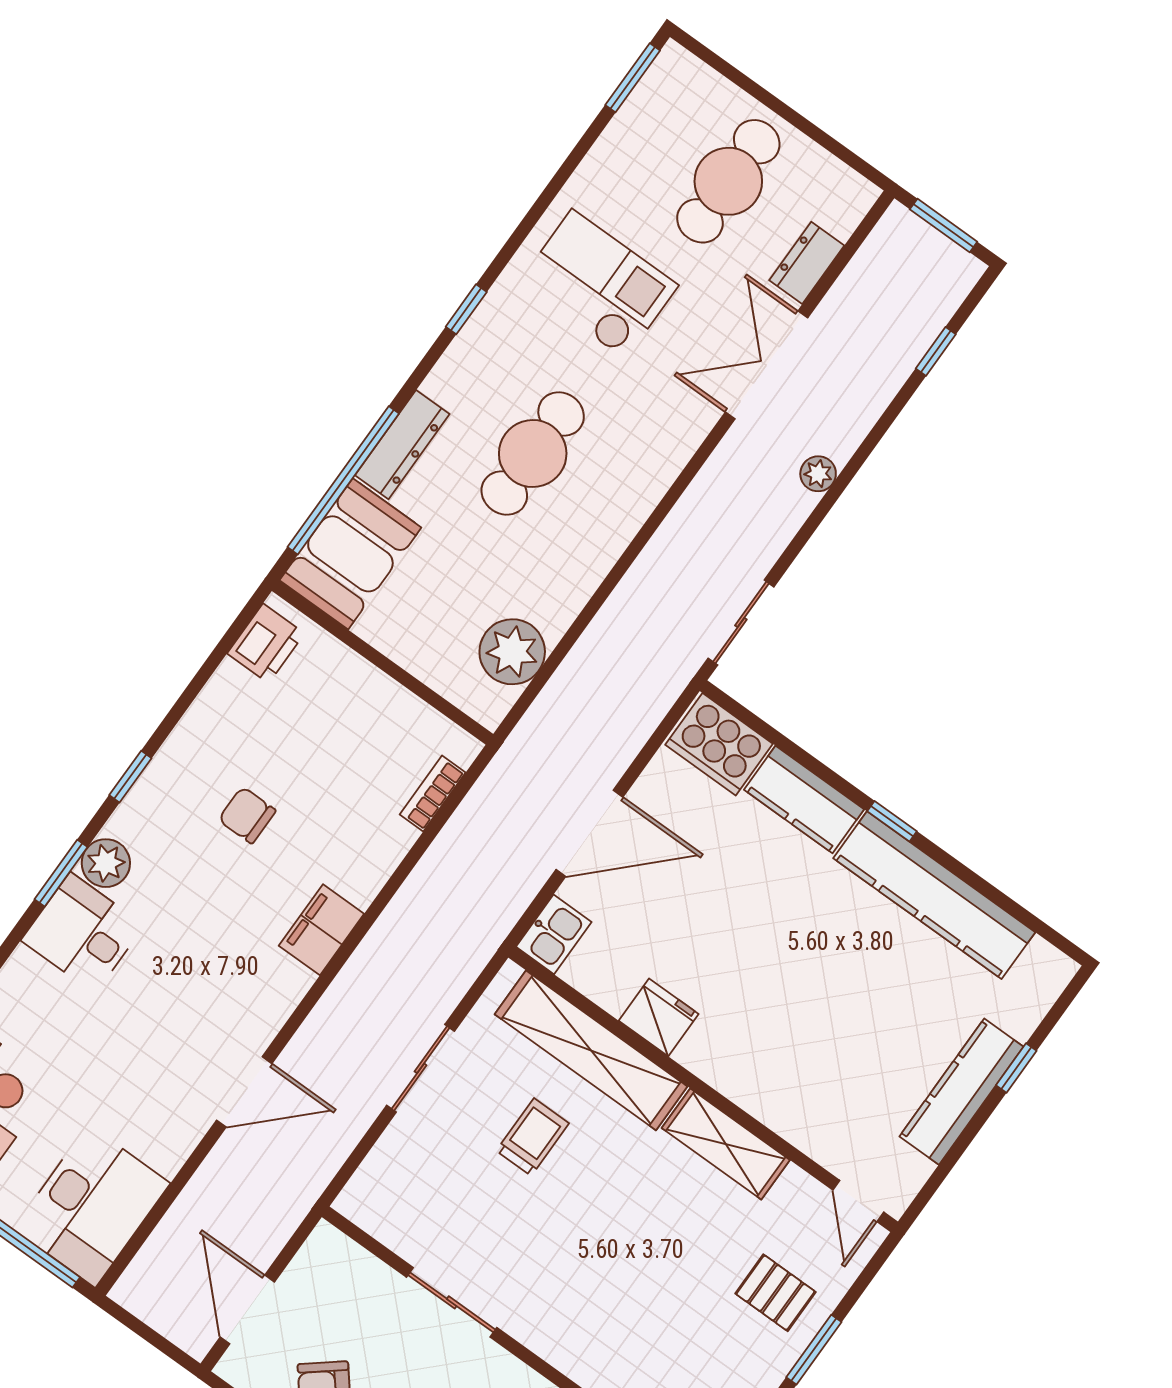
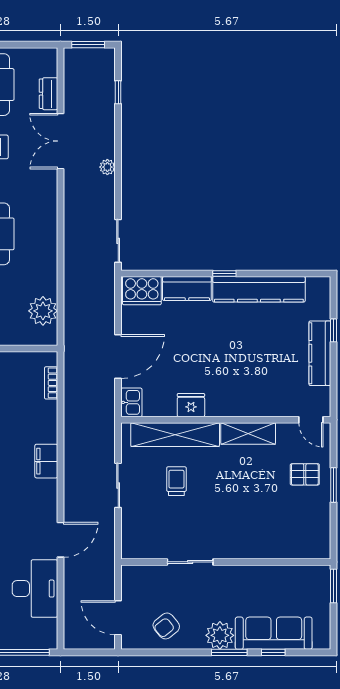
desk: (92, 1206) -> (35, 589), moved

